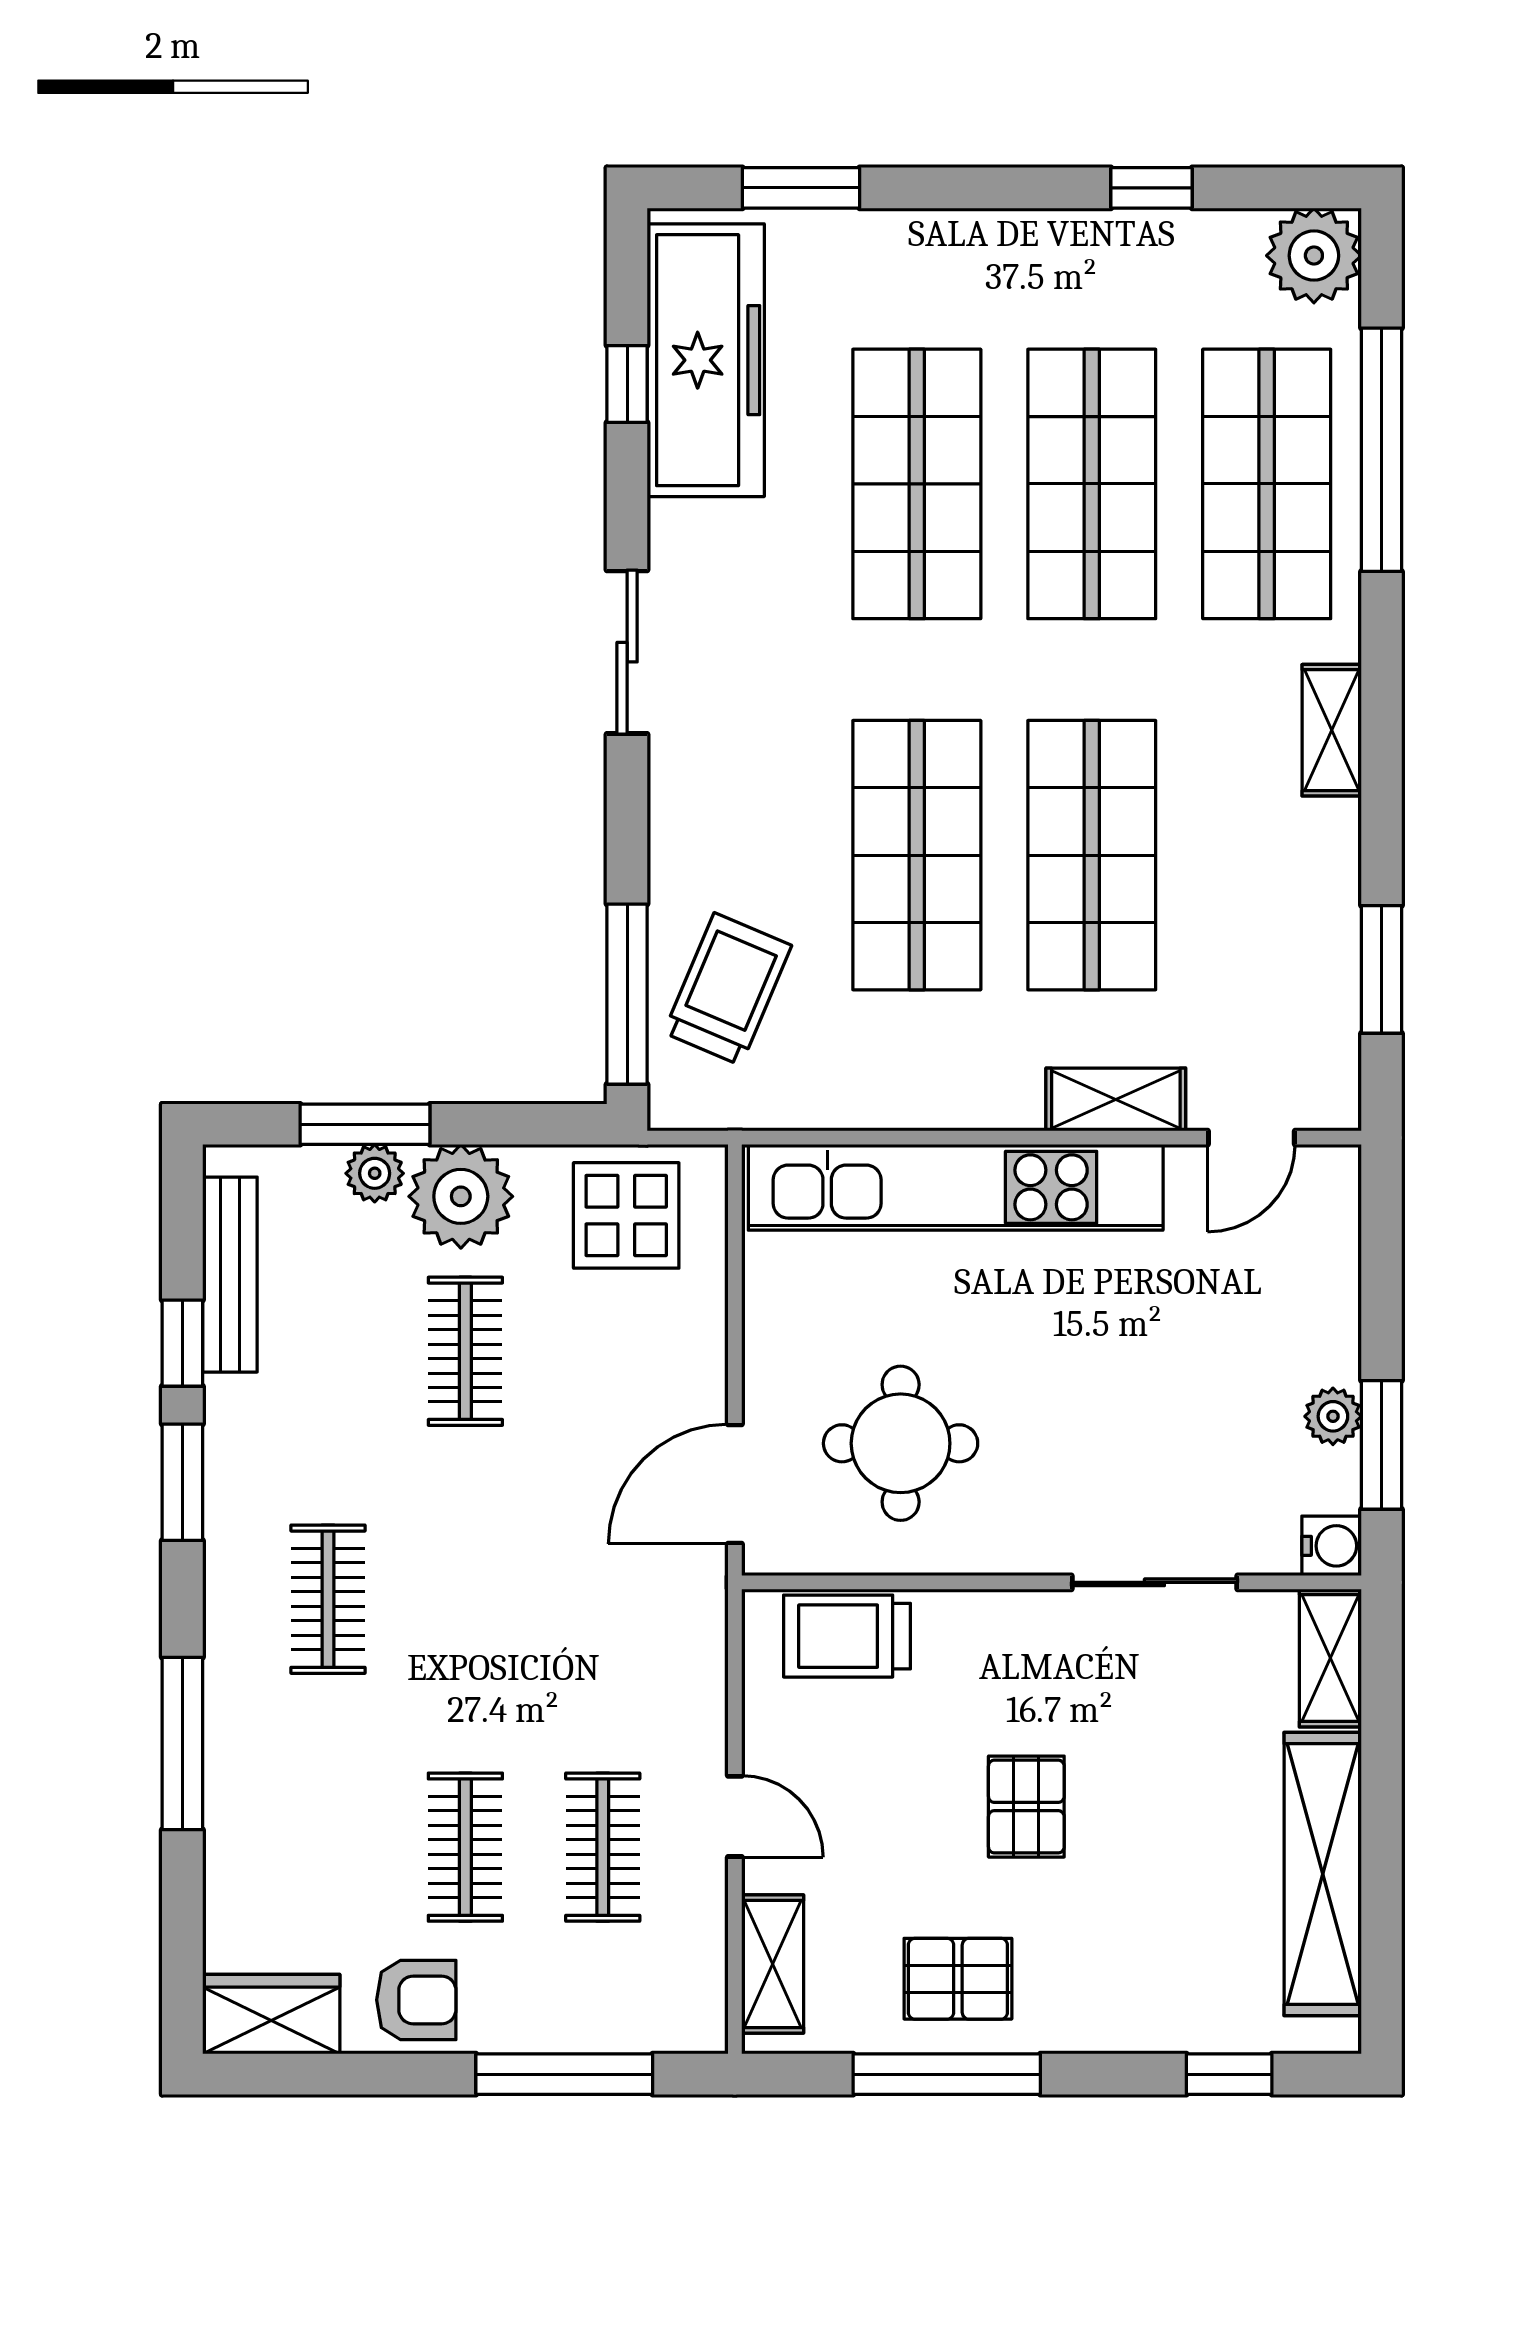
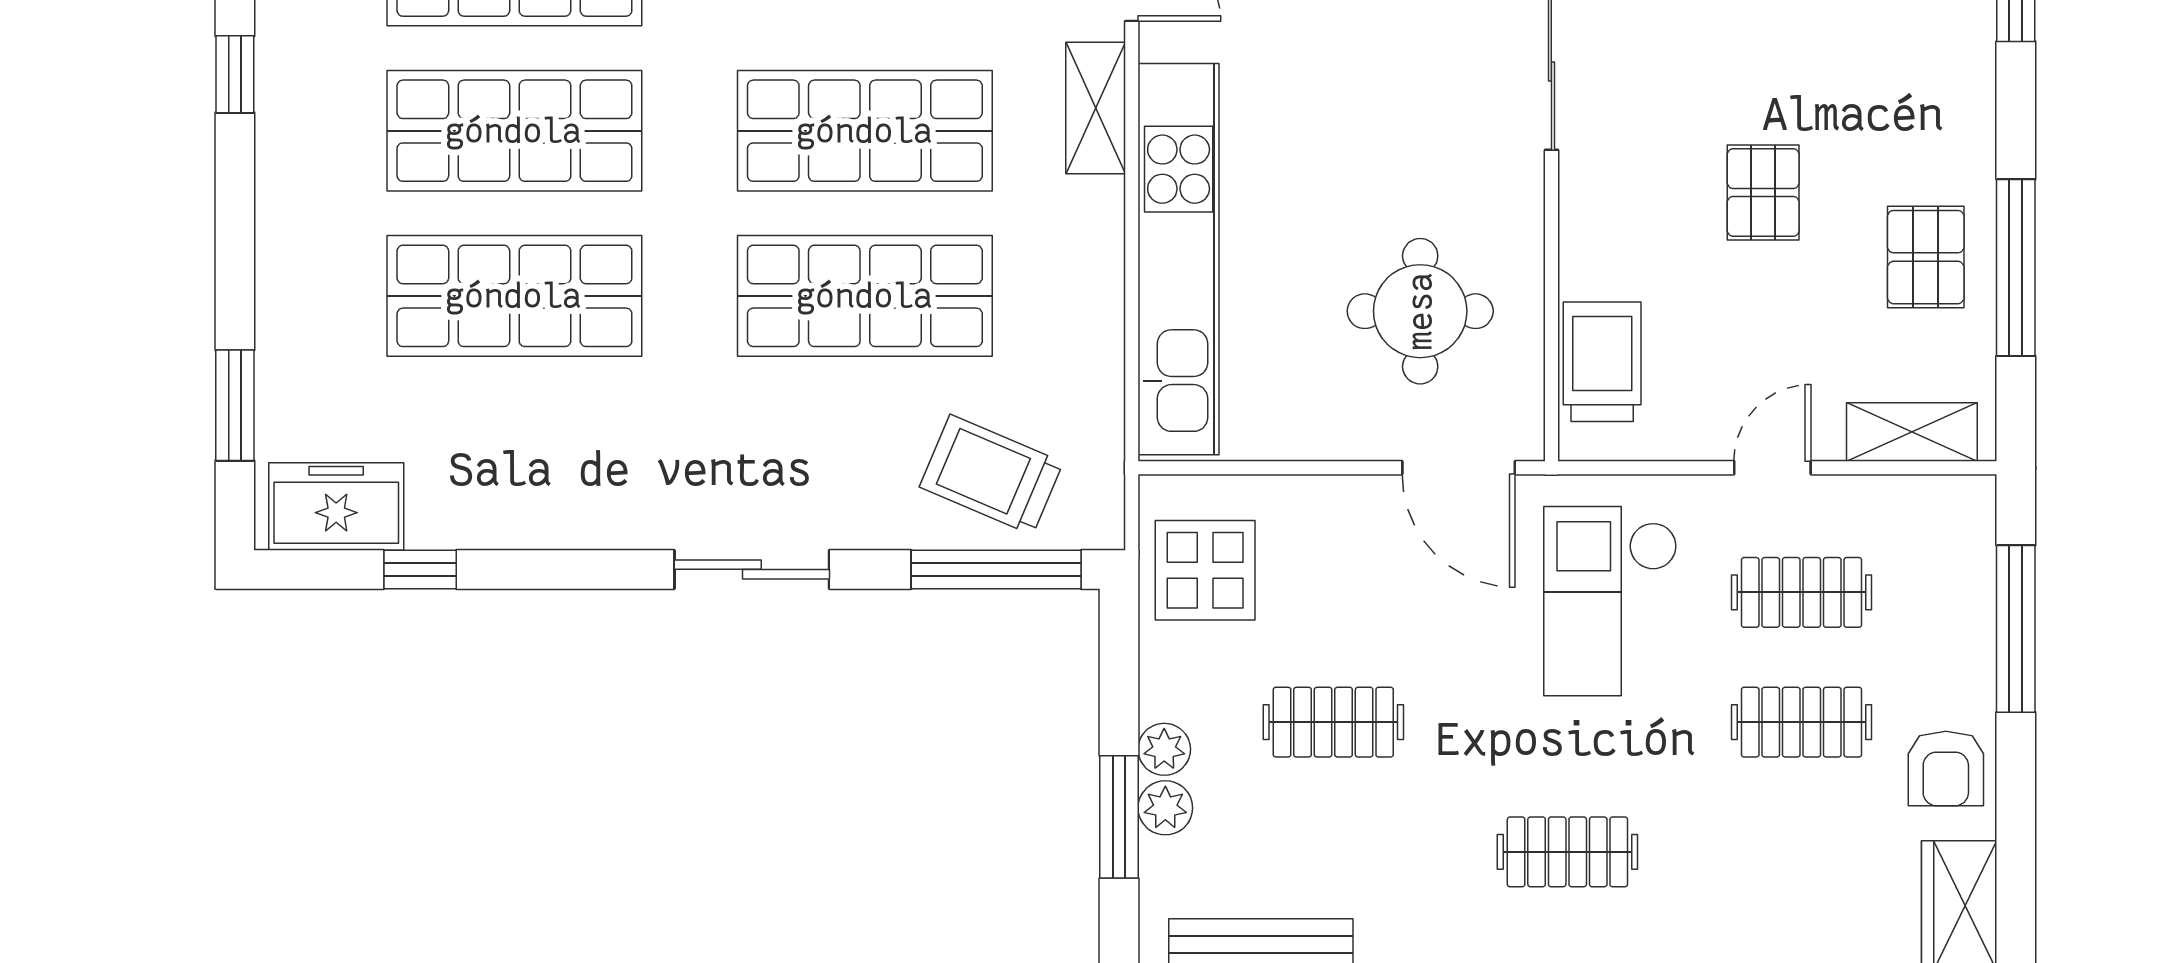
freezer: (706, 360) -> (336, 507), width x0.52, depth x0.79
sliding door: (627, 652) -> (752, 569), moved
plant: (461, 1196) -> (1164, 749), width x0.53, depth x0.53
trolley: (847, 1636) -> (1602, 362), turned 180
checkout: (594, 1645) -> (1610, 601), added
pallet: (1026, 1807) -> (1763, 193), turned 90
armchair: (416, 2000) -> (1946, 768), turned 180

